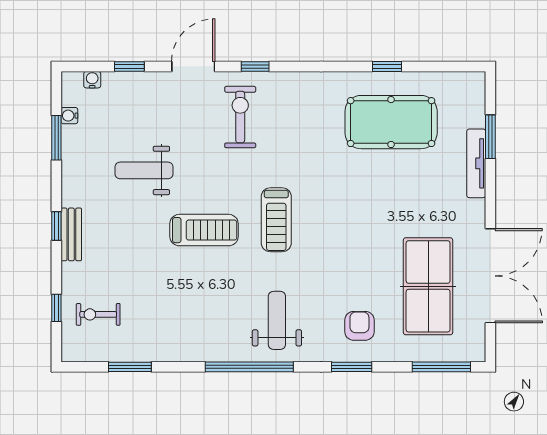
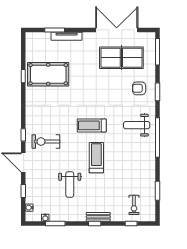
pool table: (391, 122) -> (48, 74), turned 90
treadmill: (276, 220) -> (92, 125), turned 180

